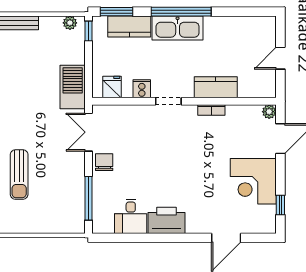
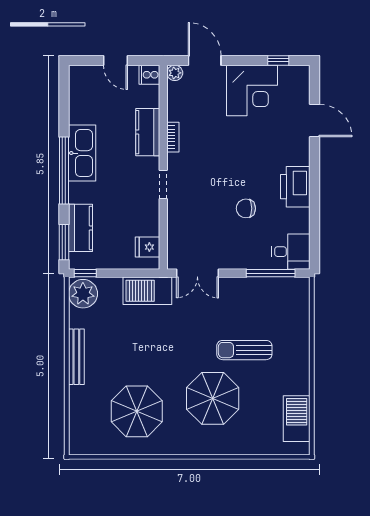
plant: (70, 23) -> (83, 294), width x1.88, depth x1.88
kitchen sink: (178, 28) -> (82, 153), moved
cooker: (142, 89) -> (149, 75), moved
chair: (104, 162) -> (246, 208), moved
sun lounger: (19, 174) -> (244, 350), turned 180
desk: (131, 216) -> (291, 252), moved

